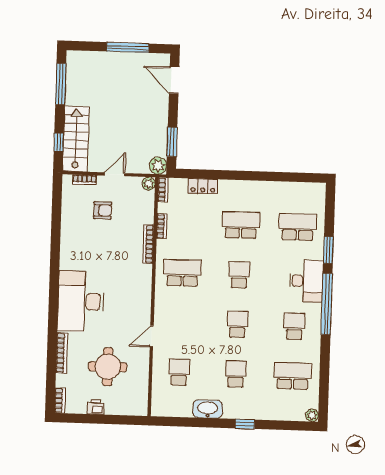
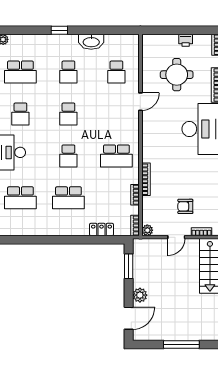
window: (128, 47) -> (181, 344), moved
door: (174, 80) -> (129, 318), hinge flipped
plant: (158, 166) -> (140, 295), moved

